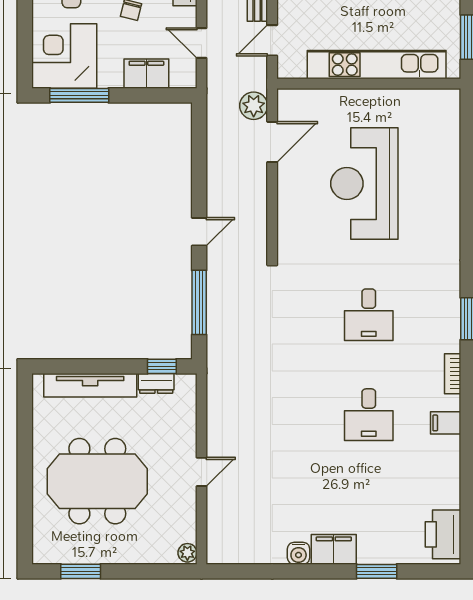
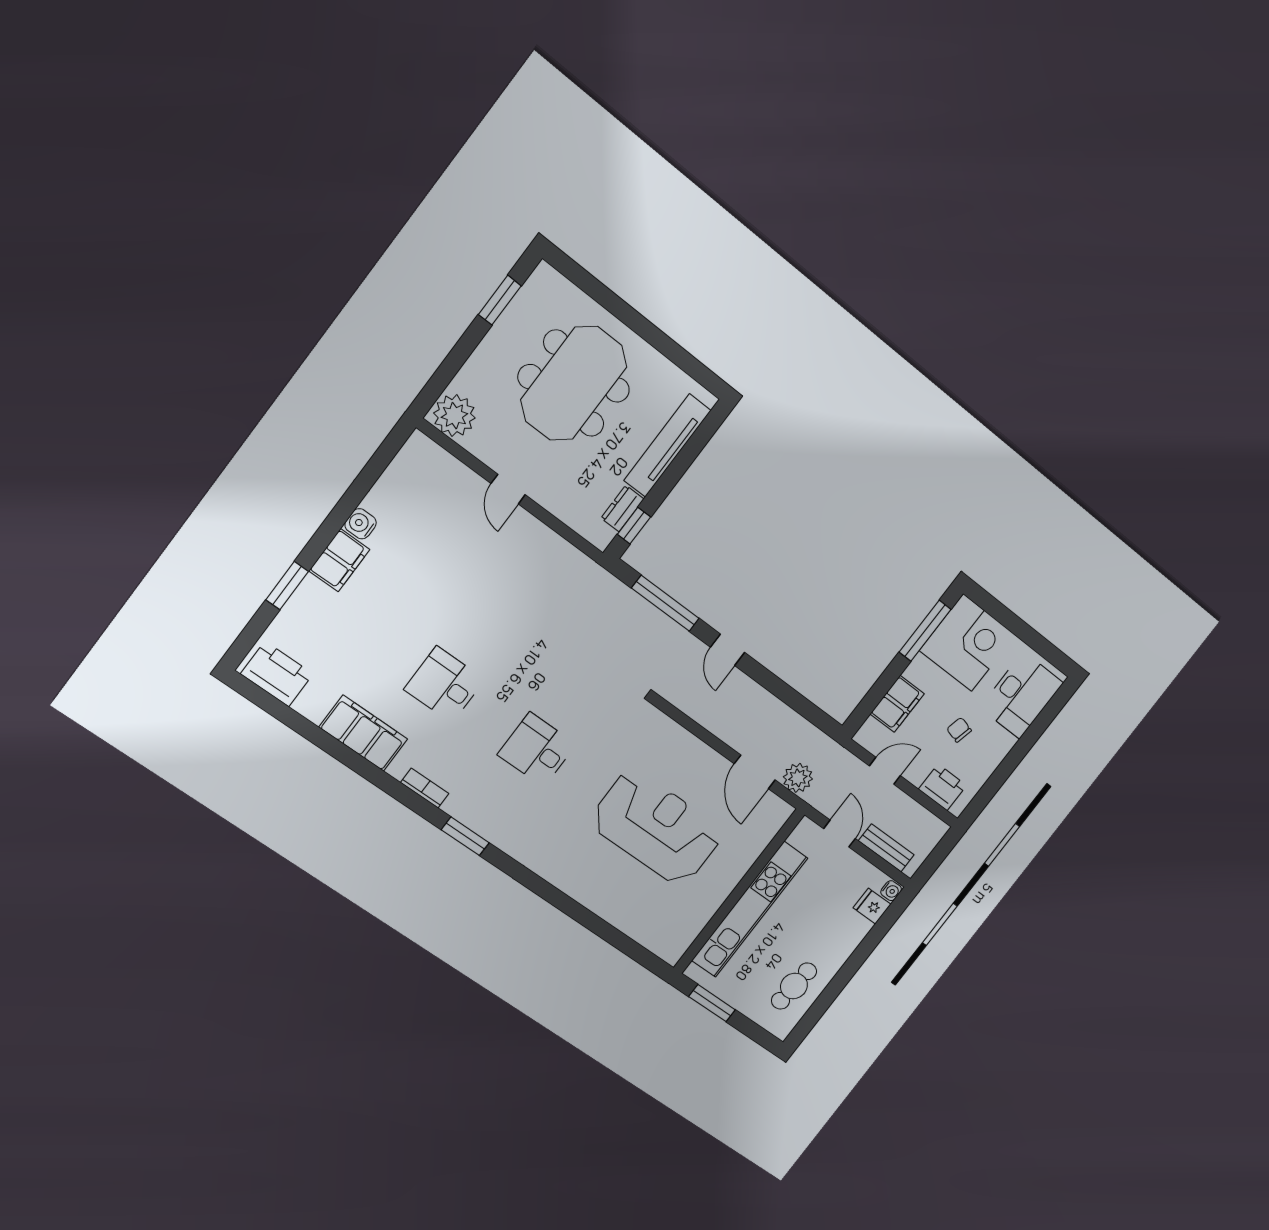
filing cabinet: (446, 423) -> (363, 733), width x3.00, depth x1.17
plant: (187, 553) -> (454, 416), width x1.87, depth x1.87

